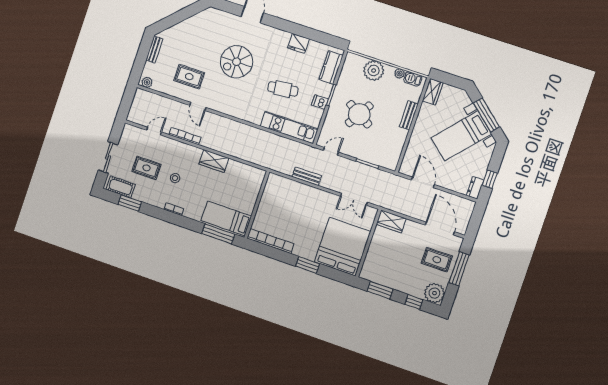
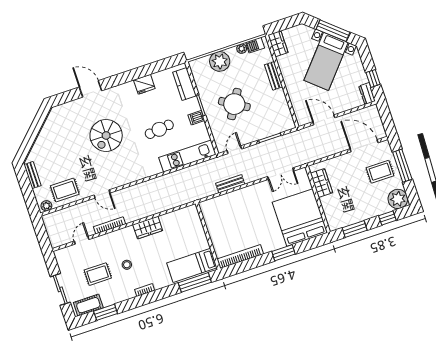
rug: (189, 77) -> (65, 190), moved
wardrobe: (391, 221) -> (321, 183), moved, turned -90

